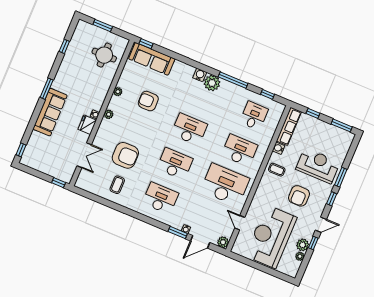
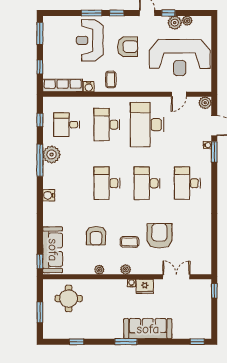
plant: (212, 83) -> (52, 154), moved
coffee table: (117, 185) -> (130, 242), moved

